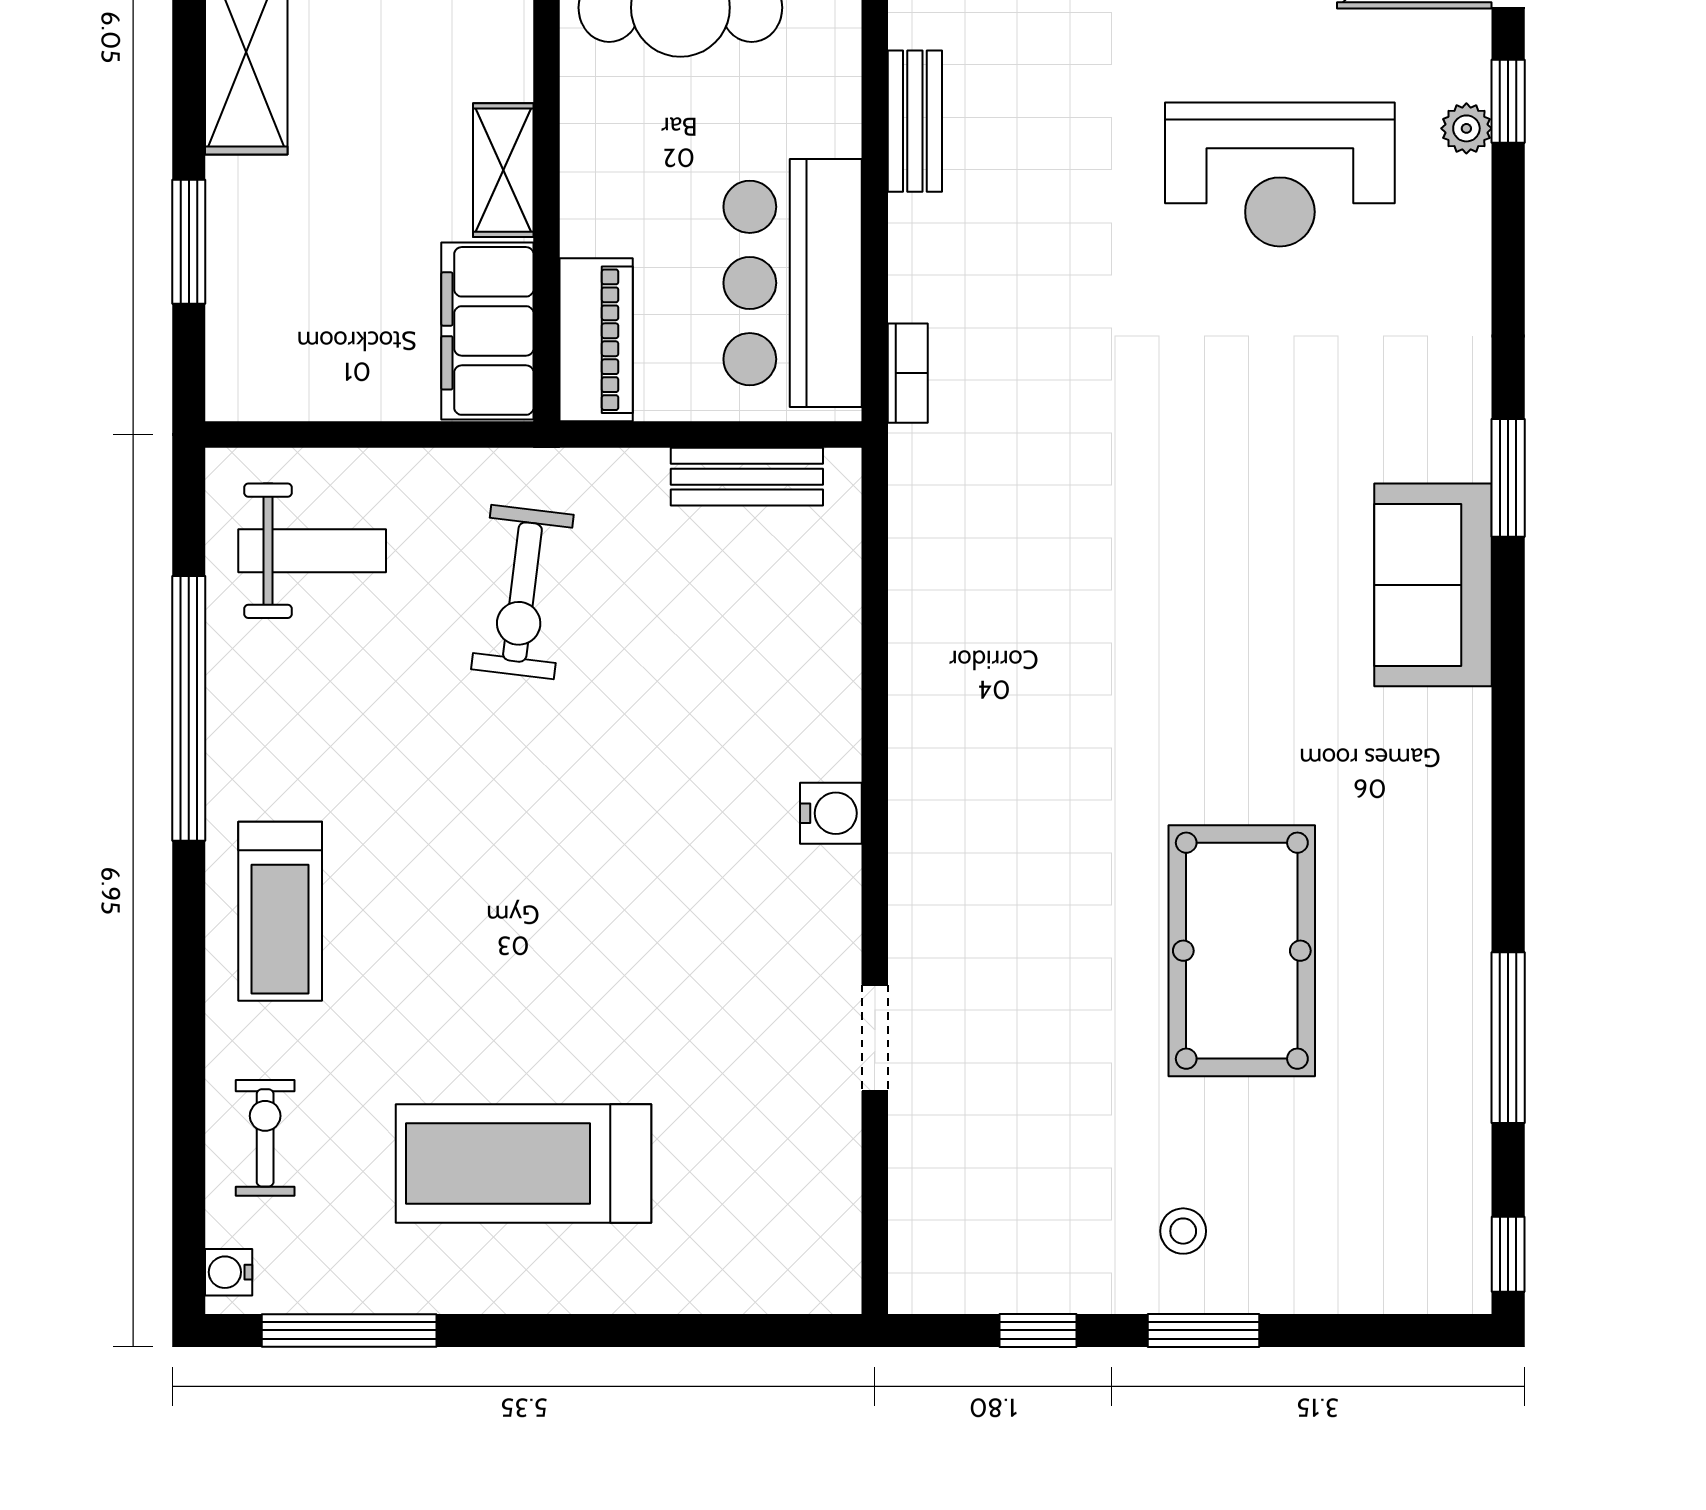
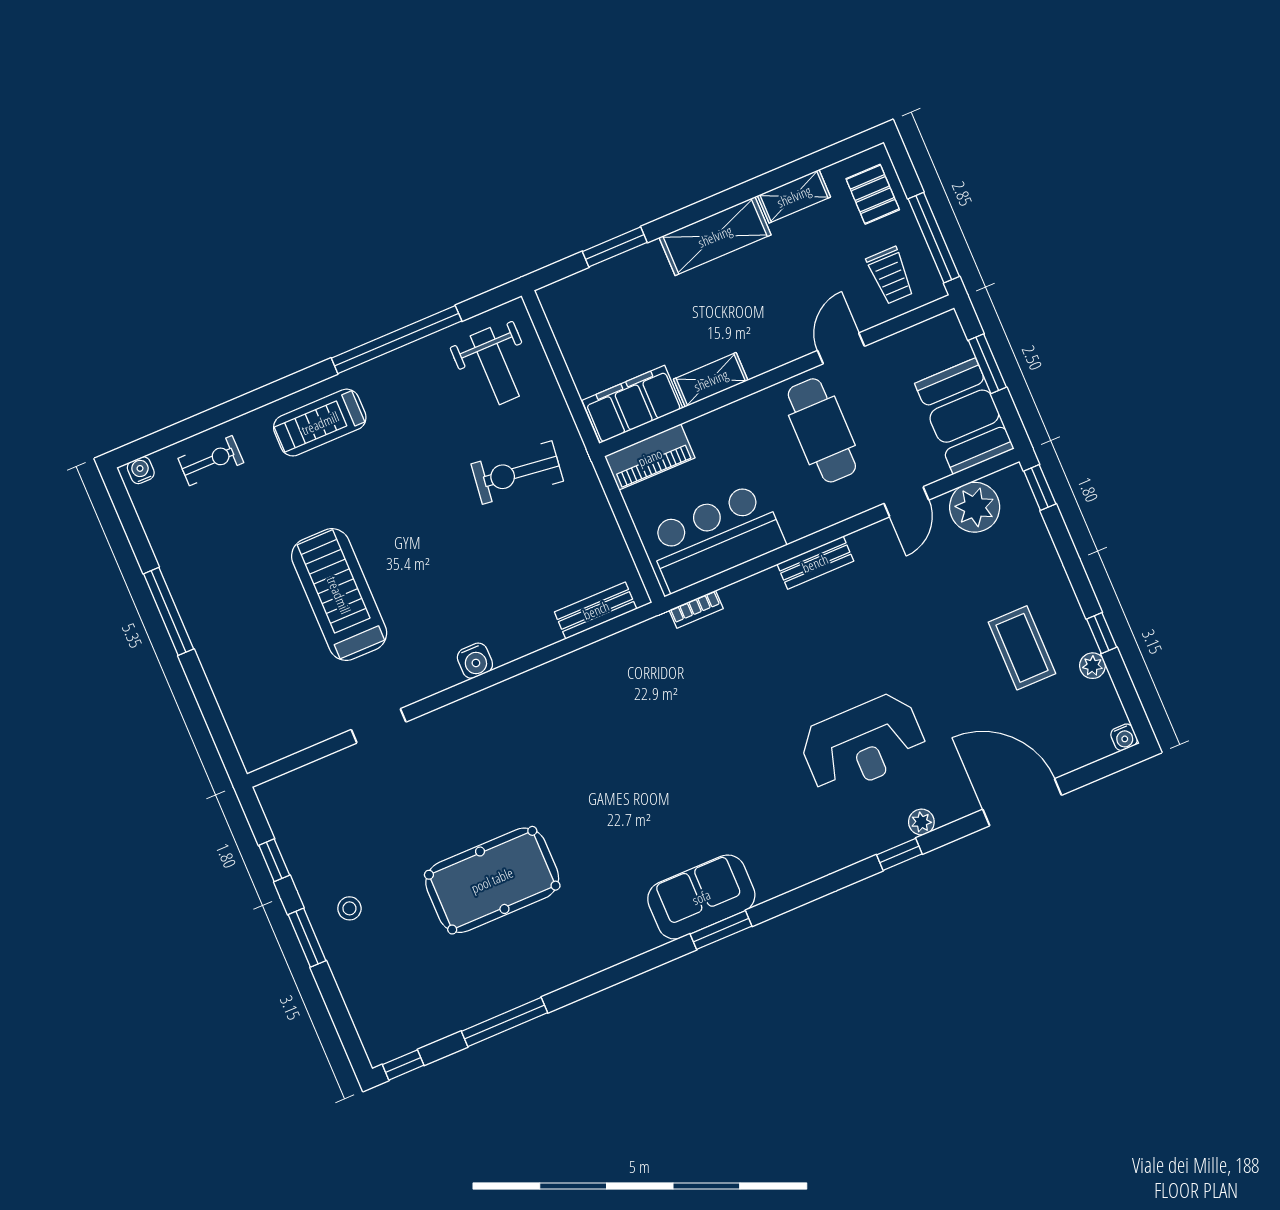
window: (1508, 101) -> (899, 854), moved
reception desk: (1280, 174) -> (863, 744), turned -90
bench: (747, 477) -> (596, 610), moved, turned 90
window: (1508, 478) -> (721, 930), moved
treadmill: (524, 1164) -> (339, 595), moved
window: (349, 1330) -> (169, 611), moved

